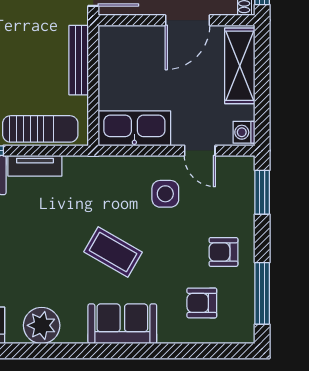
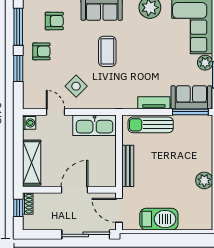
door: (188, 20) -> (74, 190), moved
window: (262, 192) -> (18, 68), moved
side table: (165, 194) -> (76, 86), turned 45
coffee table: (113, 252) -> (107, 51), turned 60

